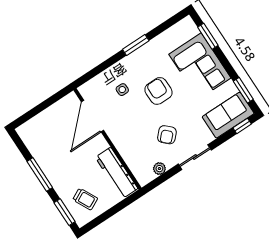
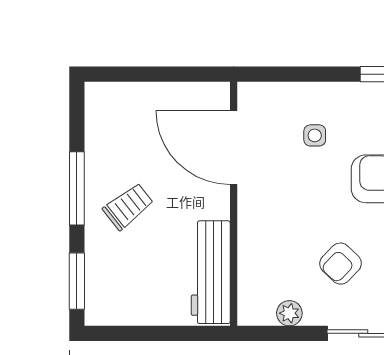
door: (93, 116) -> (234, 148), hinge flipped
trolley: (85, 199) -> (128, 206), moved, turned -101

